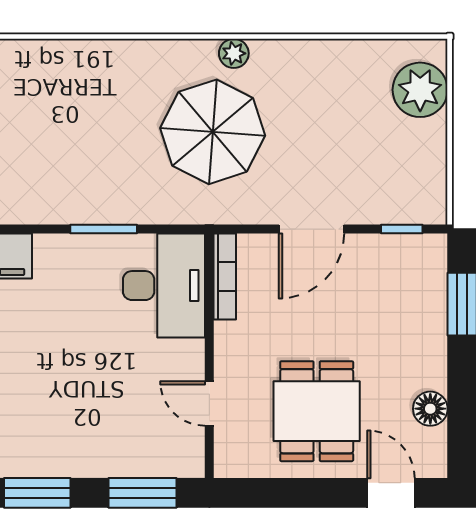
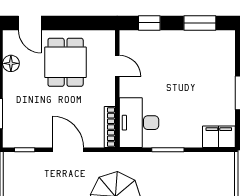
door: (311, 229) -> (68, 150), hinge flipped
window: (143, 493) -> (149, 23), width x0.67

